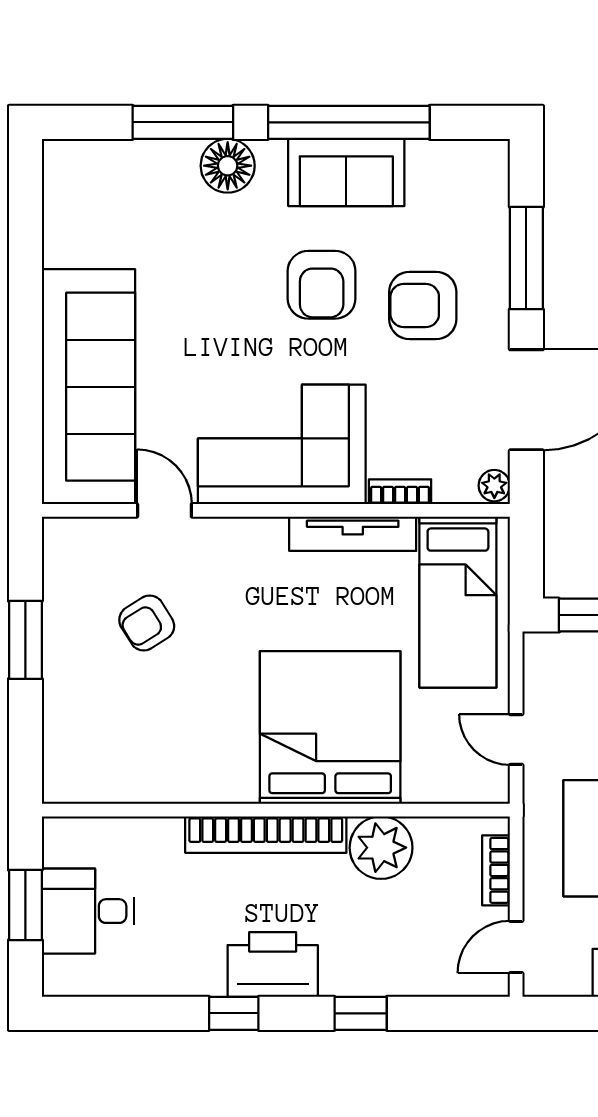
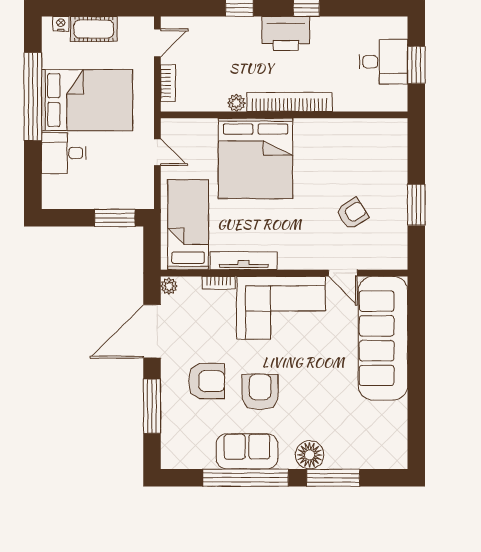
plant: (381, 848) -> (236, 103), width x0.53, depth x0.53

